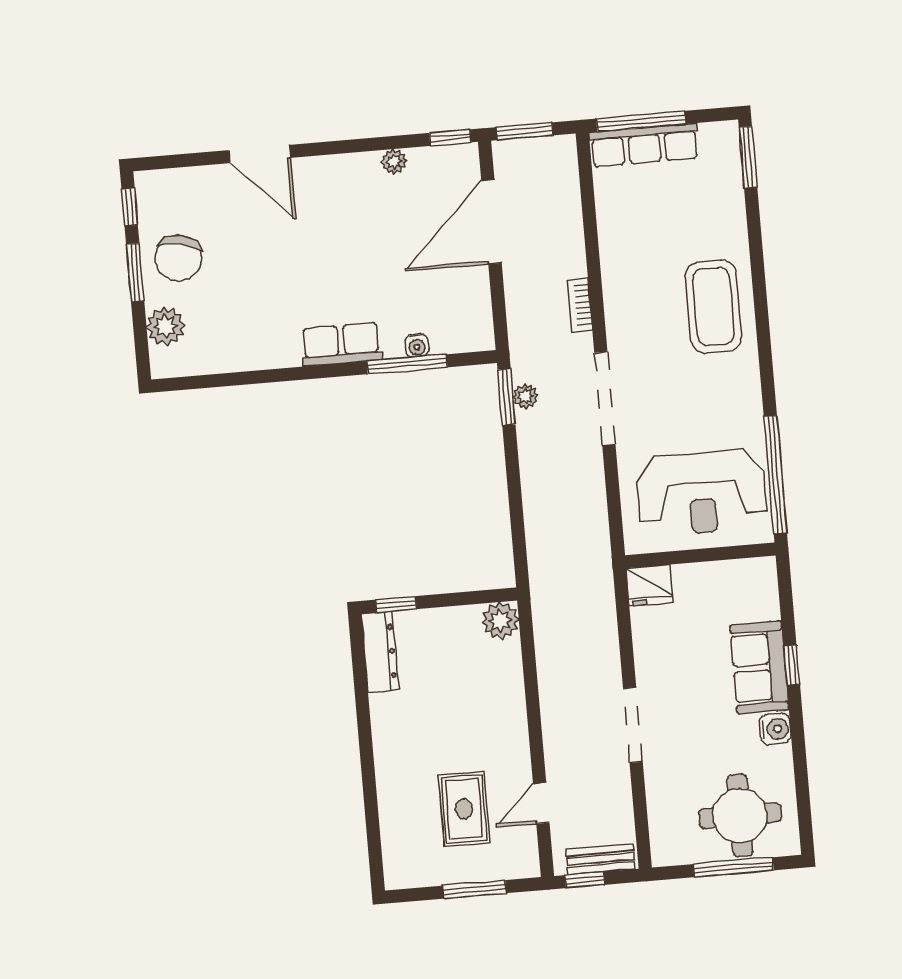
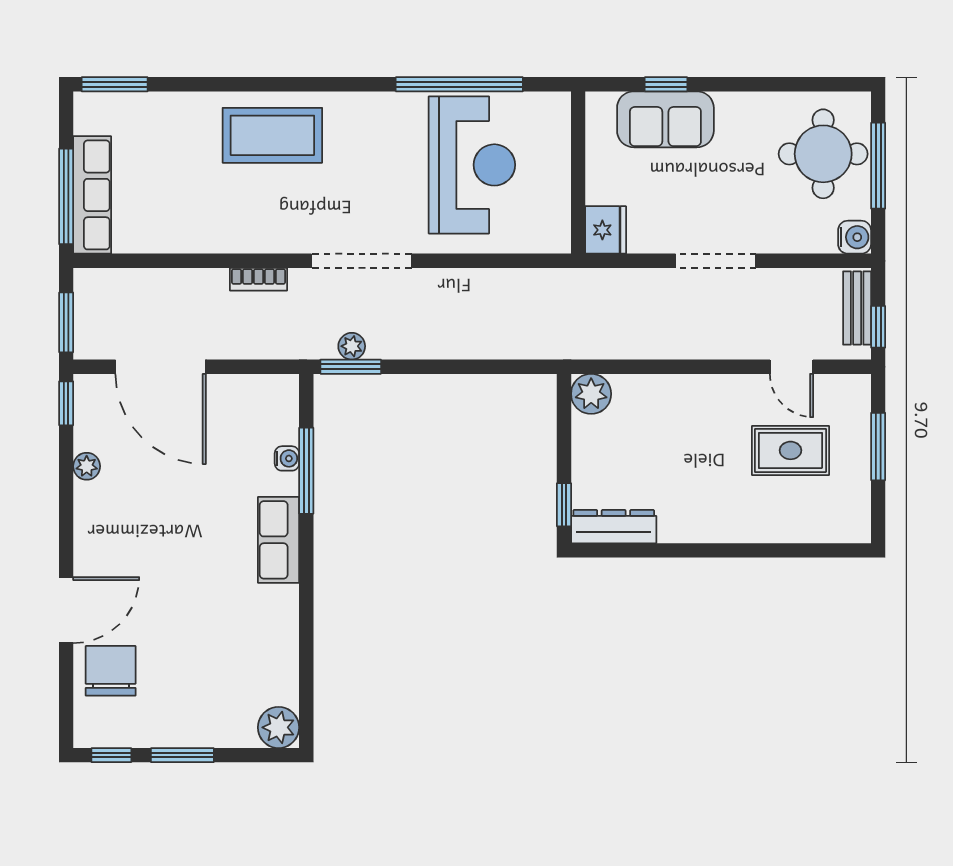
chair: (178, 258) -> (111, 671), moved, turned -103
plant: (166, 326) -> (279, 727), moved
wall: (700, 555) -> (578, 173), moved
fridge: (650, 585) -> (606, 230), moved
water cooler: (775, 729) -> (855, 237), moved, turned 90

